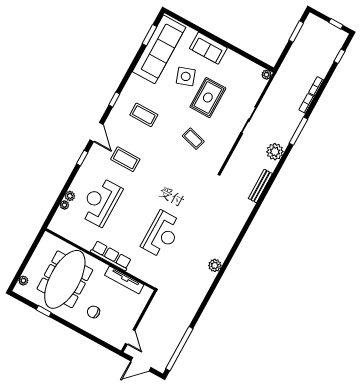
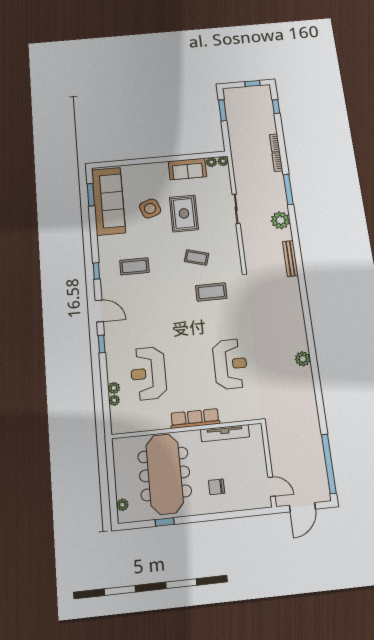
sofa: (208, 48) -> (187, 169), moved
plant: (257, 69) -> (211, 162), added
coffee table: (125, 159) -> (211, 292), moved

